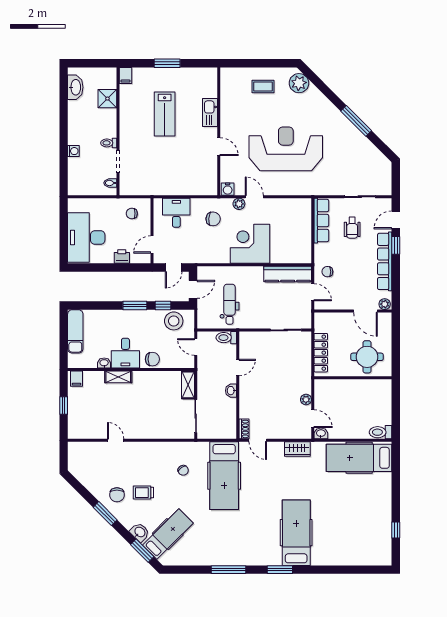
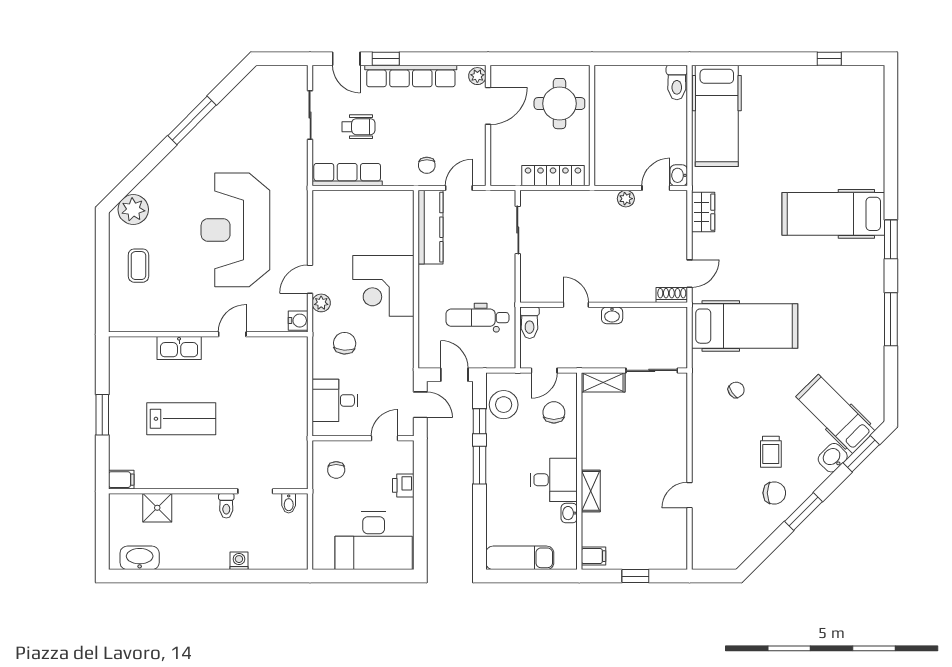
door: (152, 245) -> (385, 438), swing flipped
chair: (152, 359) -> (554, 412), moved

